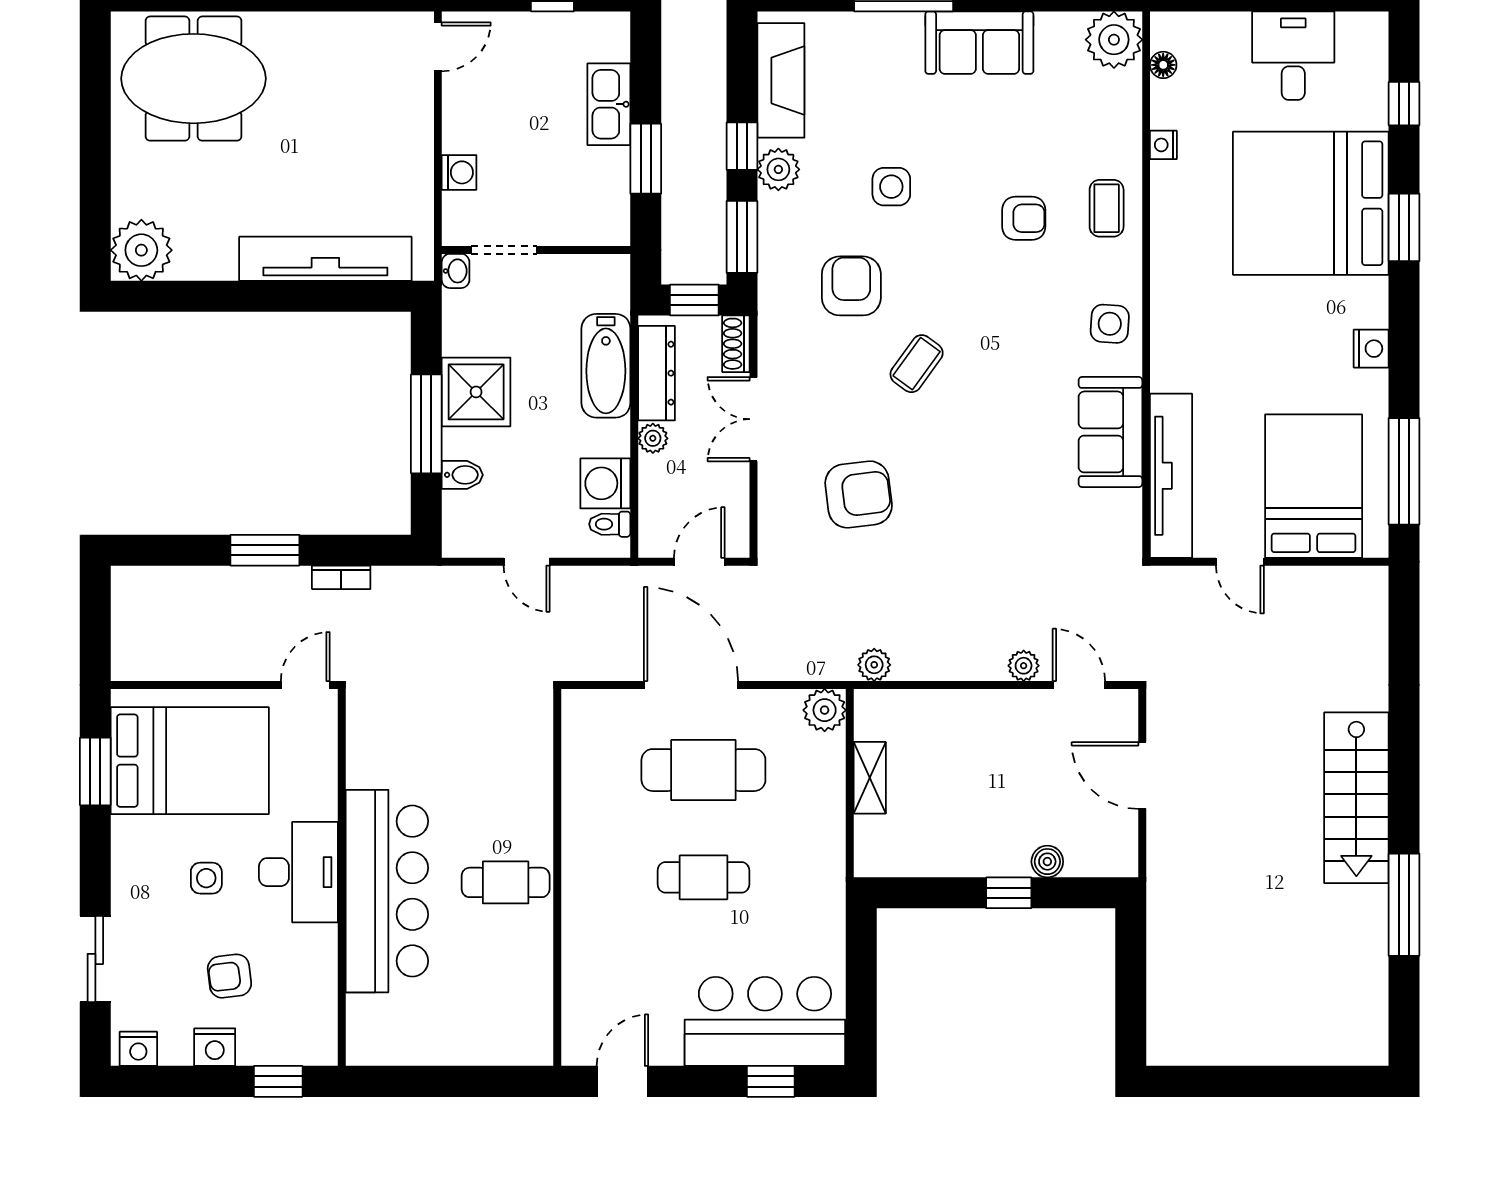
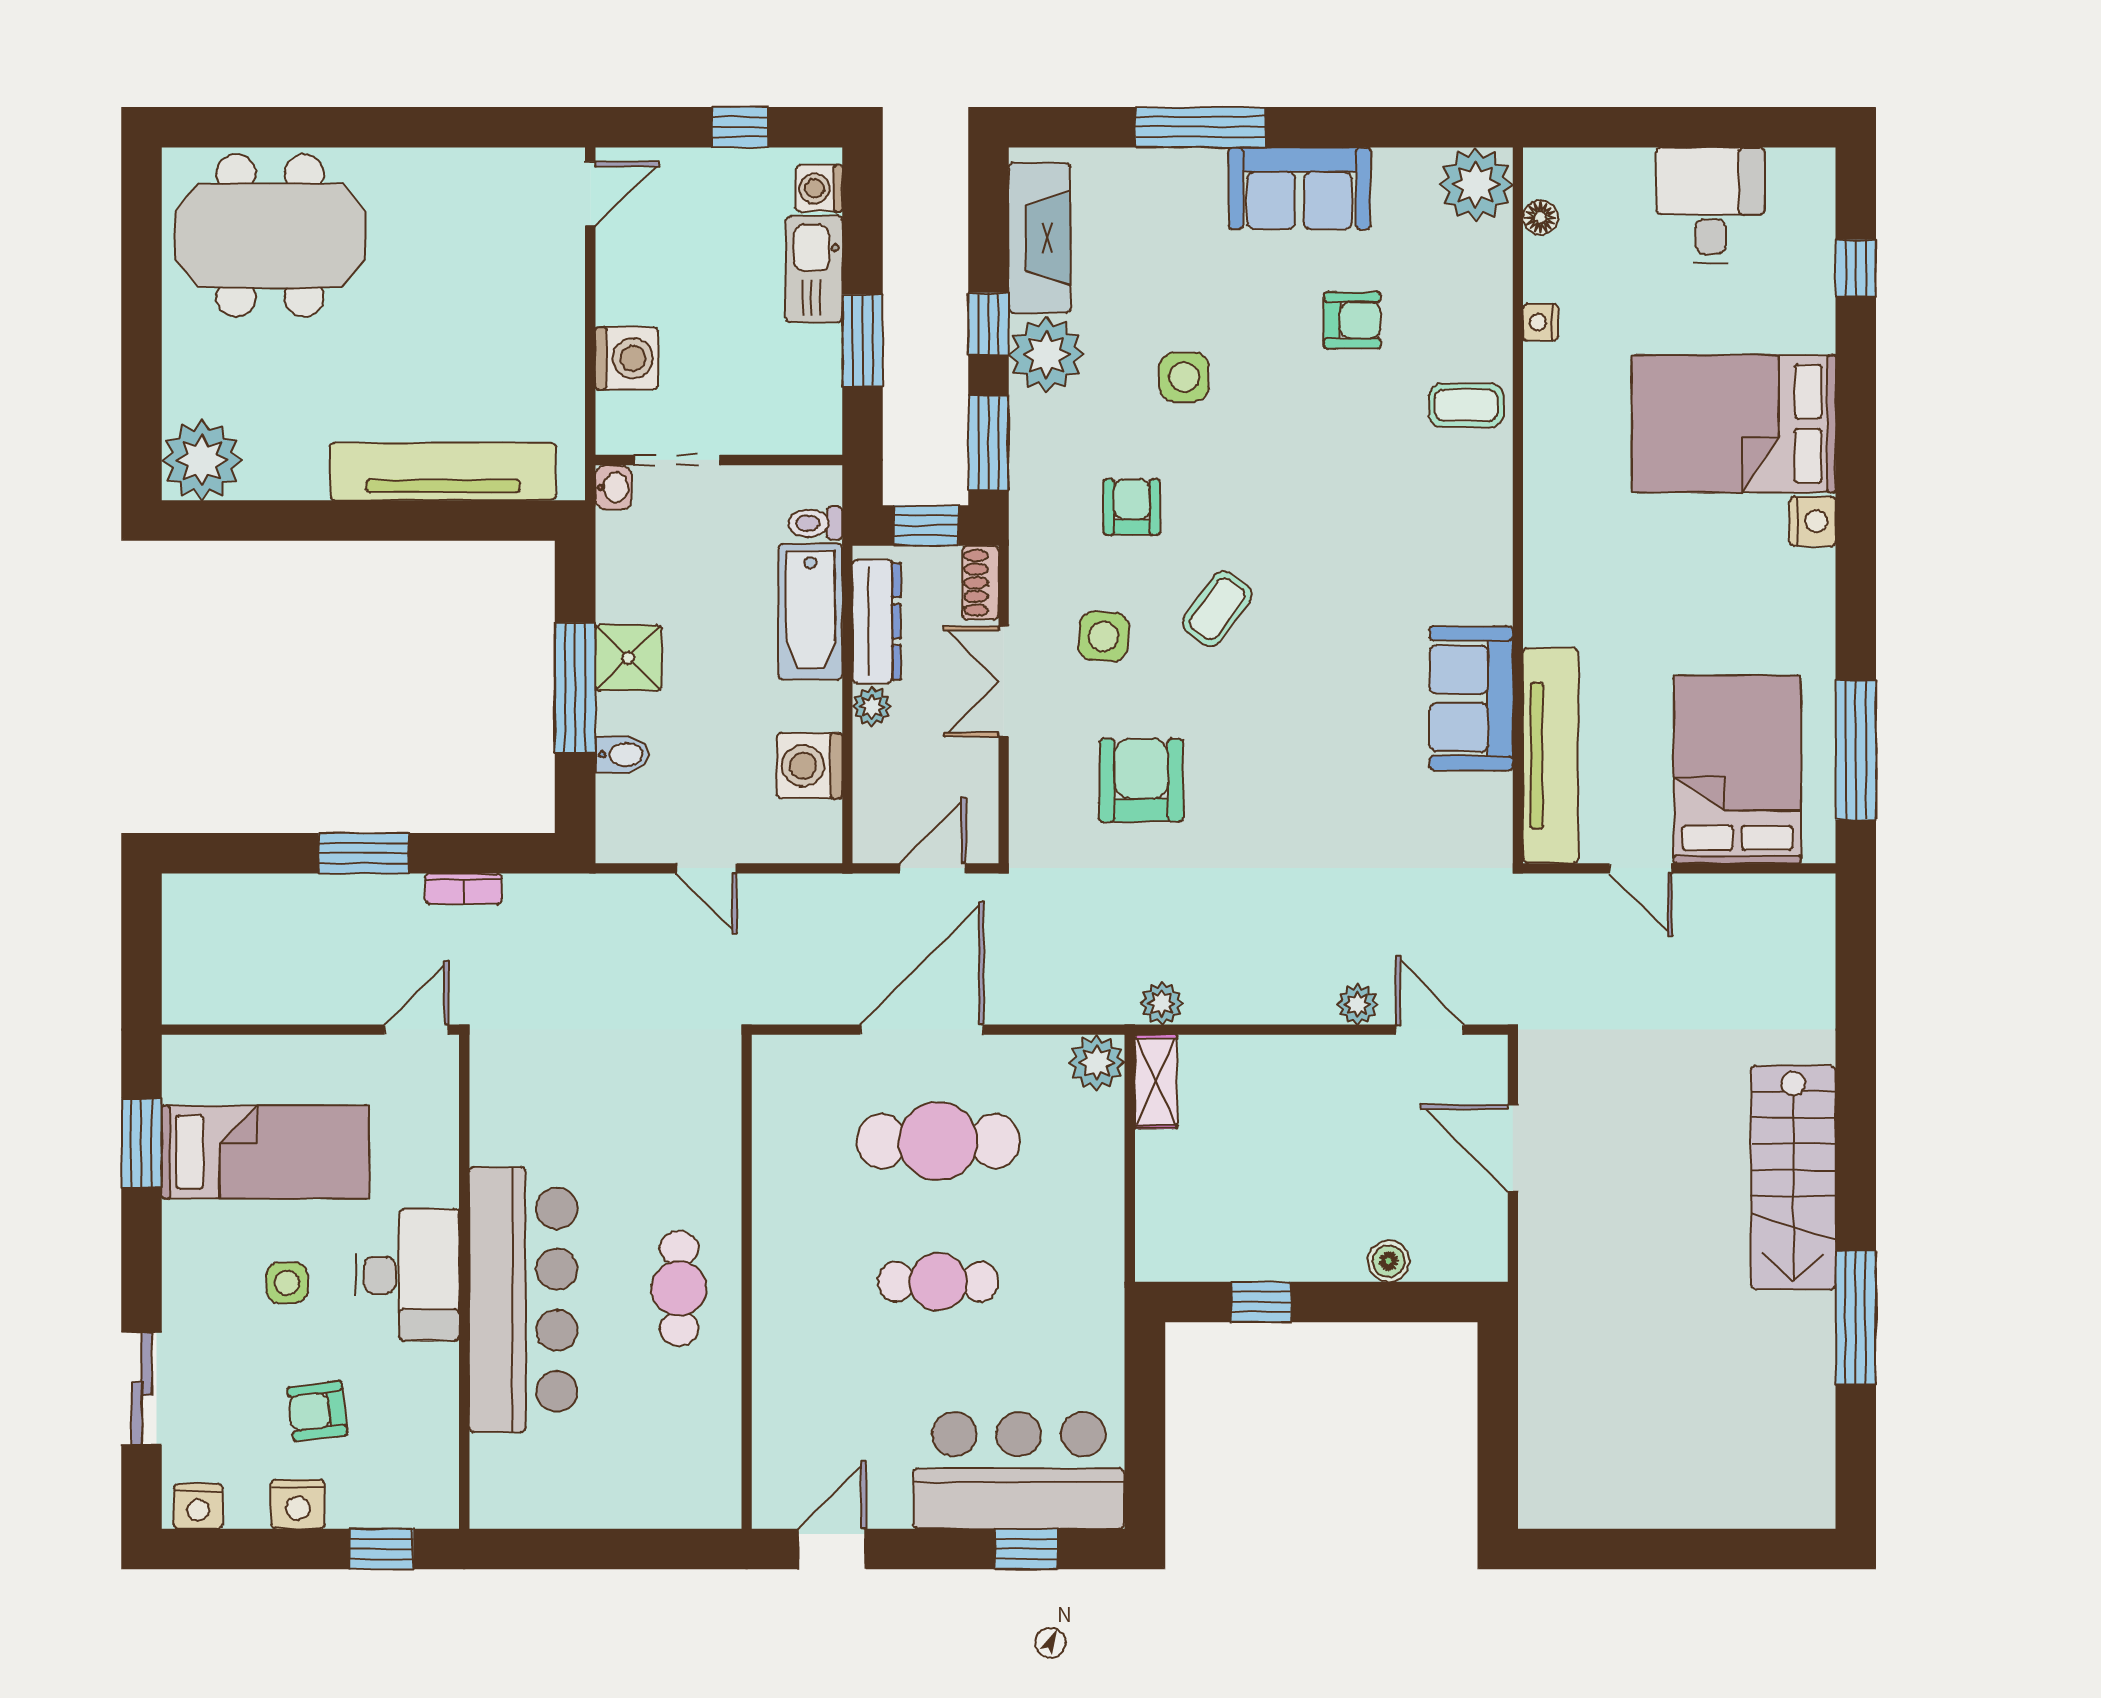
washing machine: (613, 43) -> (819, 188), added
plant: (778, 169) -> (1046, 354), width x1.36, depth x1.36
washing machine: (459, 172) -> (627, 358), width x1.38, depth x1.38
bed: (1311, 203) -> (1734, 424), width x0.73
coffee table: (1107, 208) -> (1466, 405), turned 90
armchair: (1024, 218) -> (1352, 320), moved
window: (1404, 227) -> (1856, 430), removed
armchair: (851, 286) -> (1132, 507), width x0.72, depth x0.72
side table: (1110, 324) -> (1103, 637), moved
nightstand: (1371, 349) -> (1813, 521), moved
shower: (476, 392) -> (628, 658), width x0.73, depth x0.73
armchair: (859, 494) -> (1141, 780), turned -83
toilet: (610, 524) -> (815, 523), moved
door: (691, 685) -> (922, 1030), hinge flipped
bed: (190, 761) -> (265, 1152), width x0.67
shelving: (870, 778) -> (1156, 1082), moved
cafe table: (506, 882) -> (679, 1288), turned 90
window: (1009, 893) -> (1261, 1302), moved

